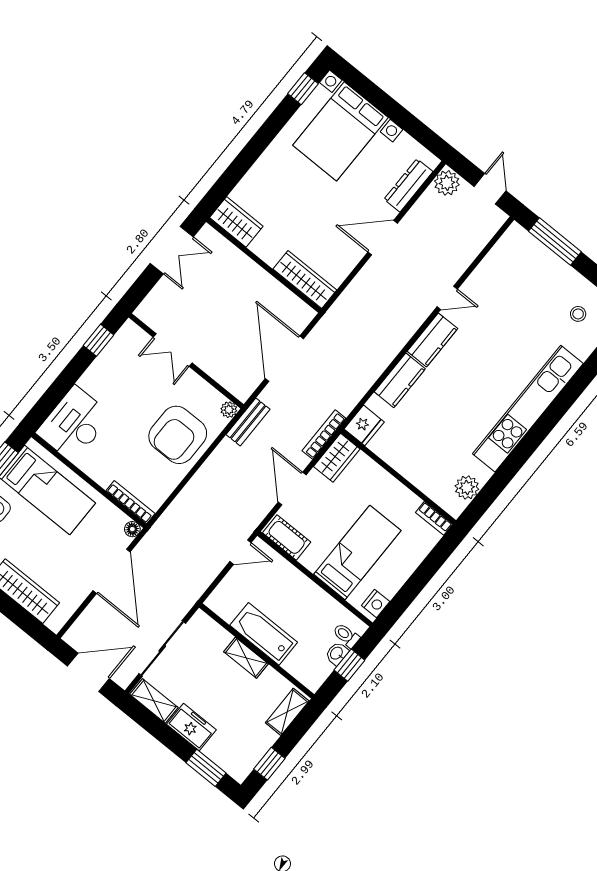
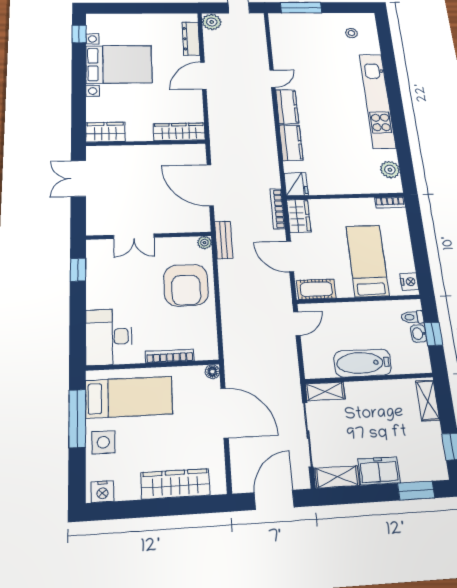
bed with nightstands: (340, 131) -> (119, 64), moved, turned -90
double door: (172, 250) -> (78, 178), swing flipped
bookcase: (130, 502) -> (170, 356), moved
shelving: (246, 658) -> (325, 391), moved

